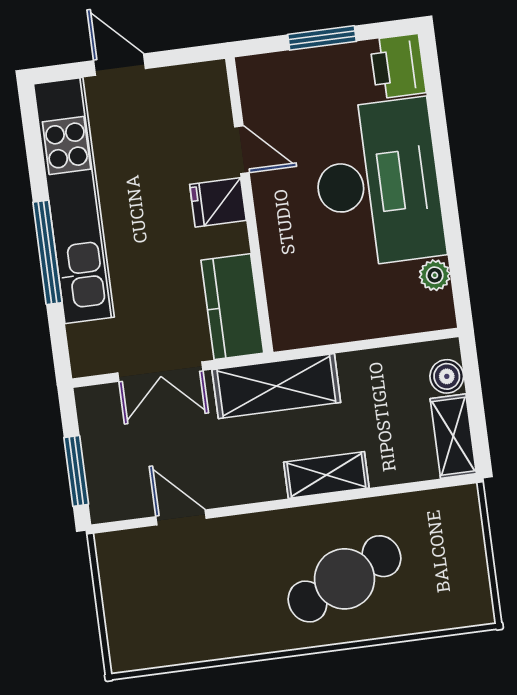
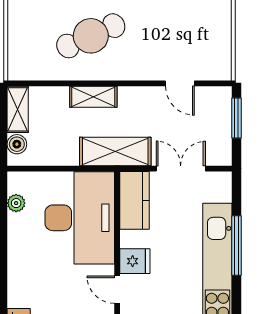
desk: (378, 183) -> (80, 218), moved, turned 180

